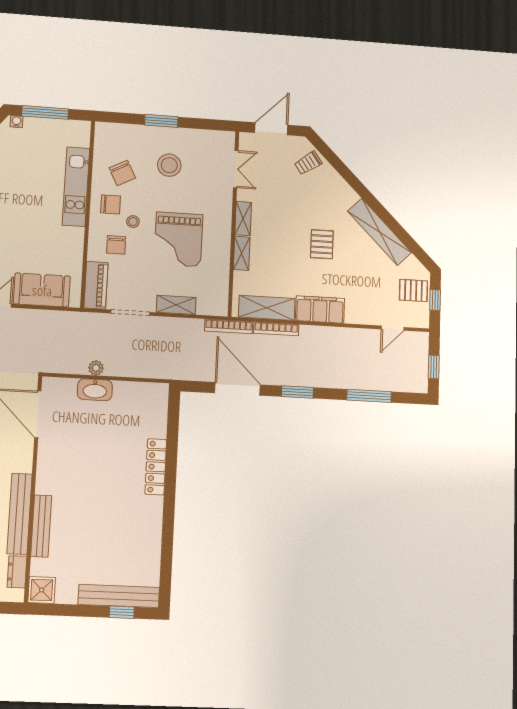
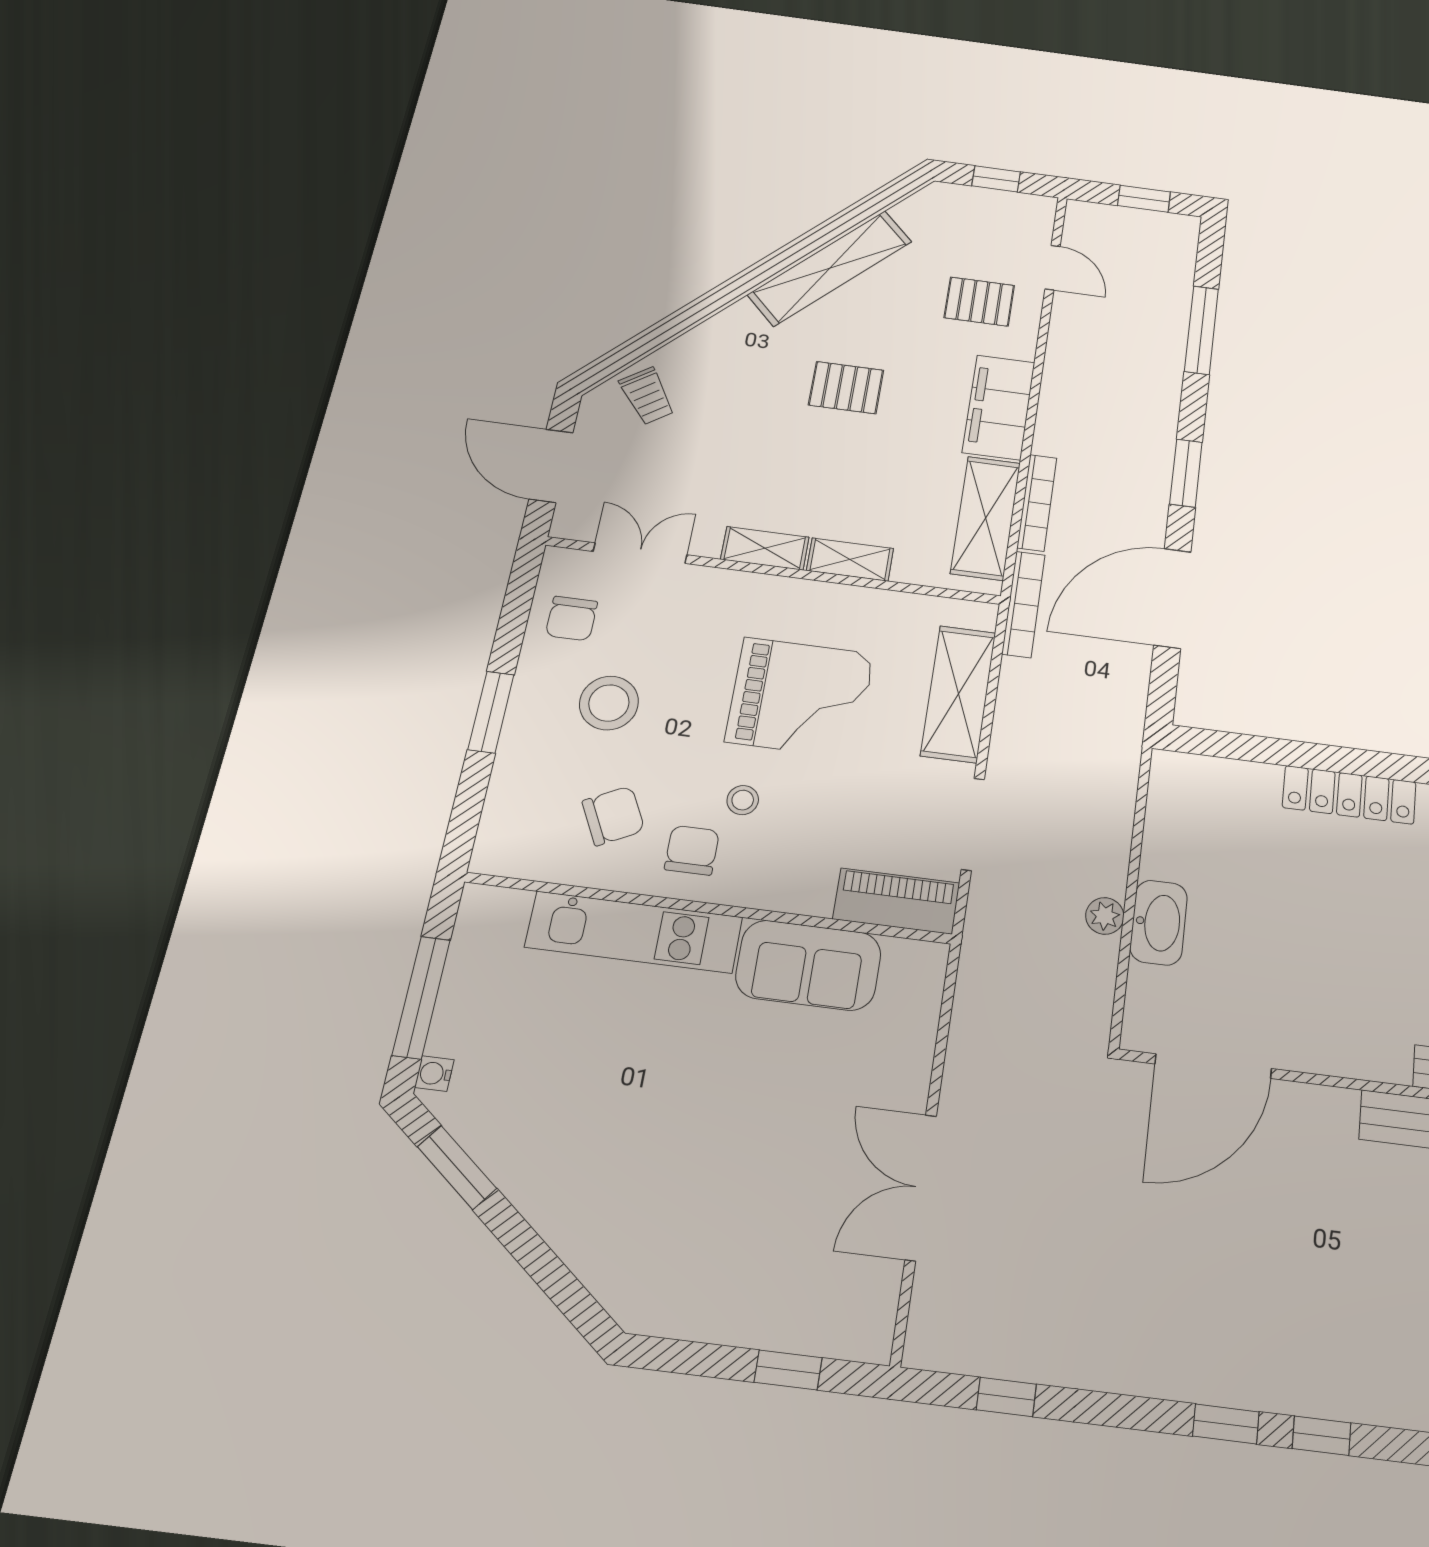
chair: (116, 245) -> (572, 618), moved, turned 90
sofa: (42, 290) -> (808, 965), moved, turned -90
pallet: (413, 290) -> (979, 302), moved, turned 90
shelving: (176, 305) -> (958, 694), width x1.50, depth x1.33

